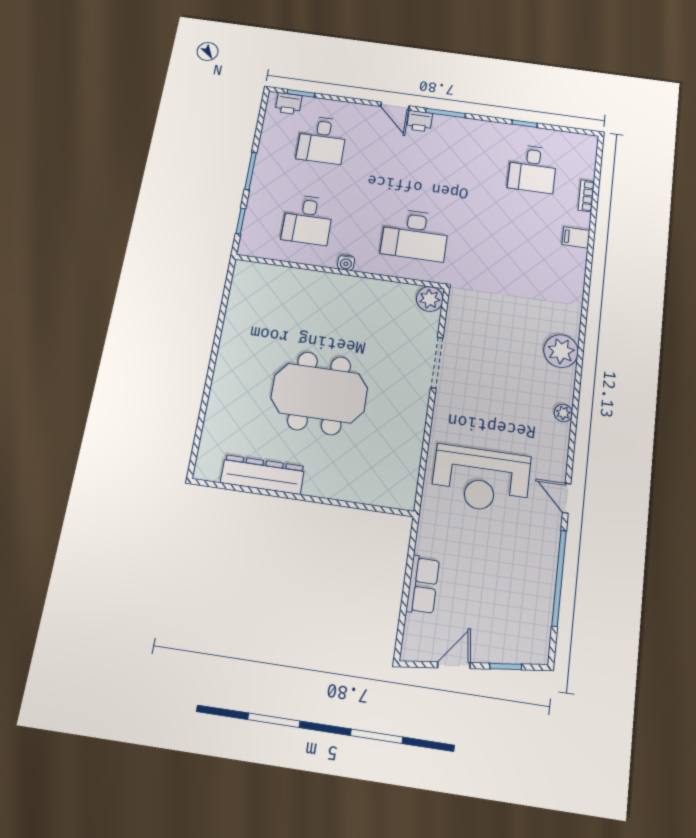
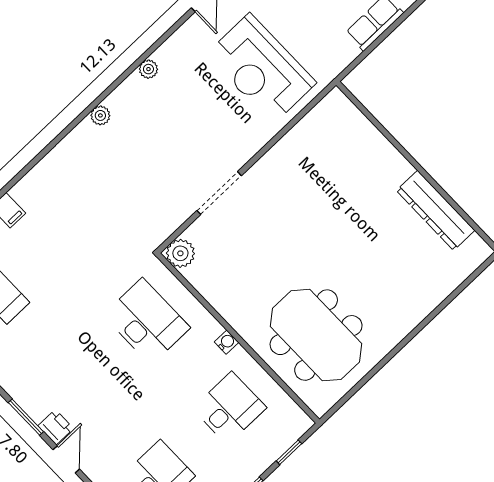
plant: (561, 351) -> (100, 115), width x0.53, depth x0.53
meeting table: (319, 393) -> (316, 335), moved
reception desk: (481, 479) -> (261, 69), turned 180

